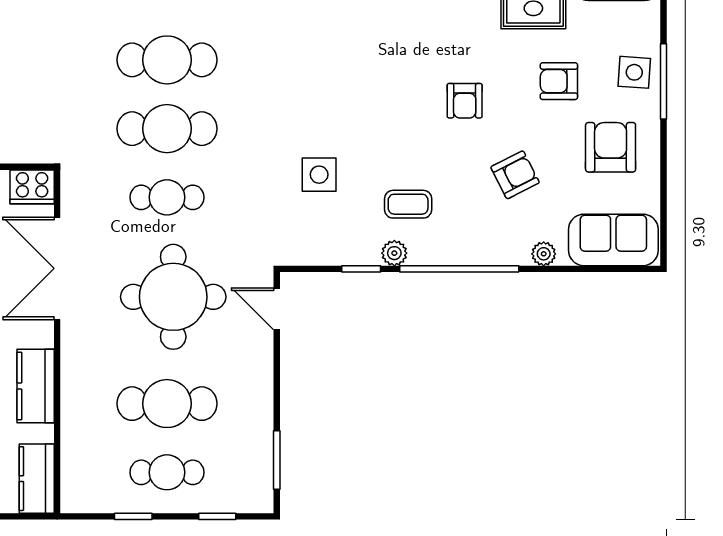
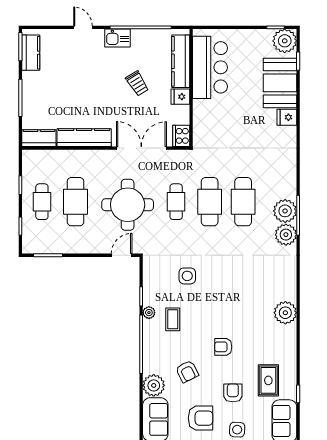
plant: (544, 254) -> (154, 385), width x1.87, depth x1.87
kitchen counter: (36, 386) -> (84, 138), width x1.50

